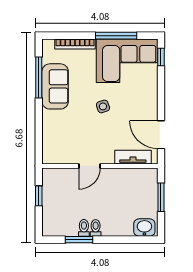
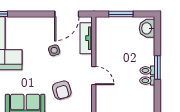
side table: (103, 106) -> (54, 50), moved
armchair: (73, 129) -> (62, 90), added
window: (79, 240) -> (157, 67), moved

